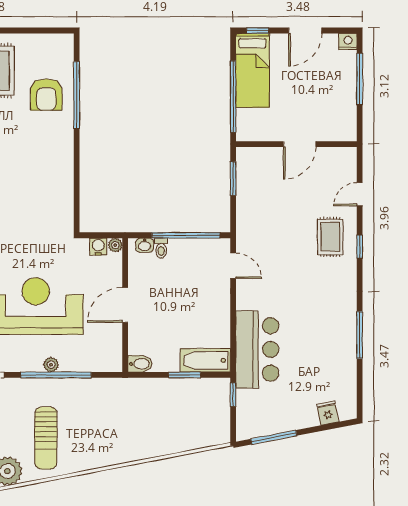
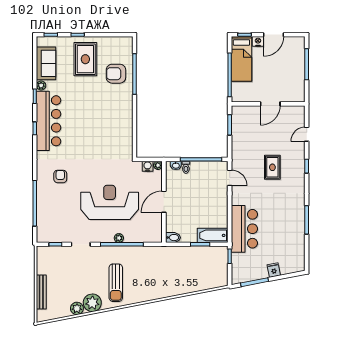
nightstand: (348, 42) -> (258, 41), moved
armchair: (46, 95) -> (116, 74), turned 90
rug: (330, 237) -> (272, 167), moved
fridge: (328, 413) -> (274, 270), moved

